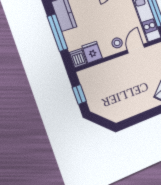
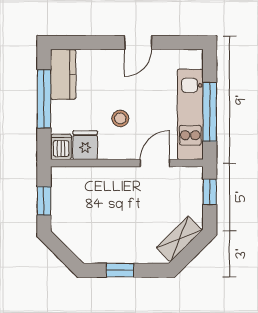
stool: (117, 43) -> (120, 118), moved
window: (139, 118) -> (120, 270), added

